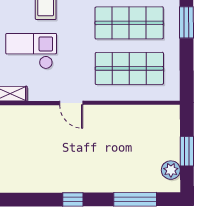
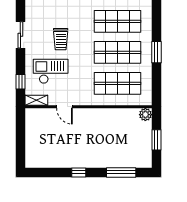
door: (71, 103) -> (64, 107), moved
plant: (171, 170) -> (145, 115), moved

